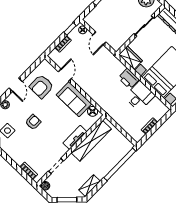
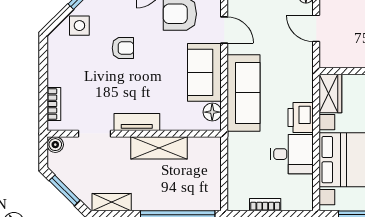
door: (99, 38) -> (316, 28), hinge flipped
door: (65, 75) -> (224, 30), hinge flipped
sofa: (97, 92) -> (243, 93), added
tv unit: (75, 137) -> (137, 122), moved
shelving: (91, 141) -> (159, 148), width x0.68

